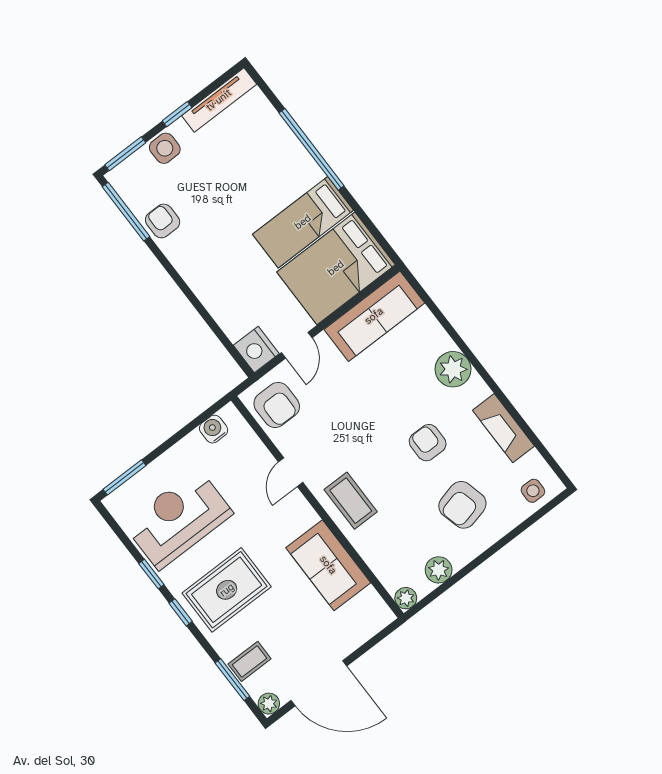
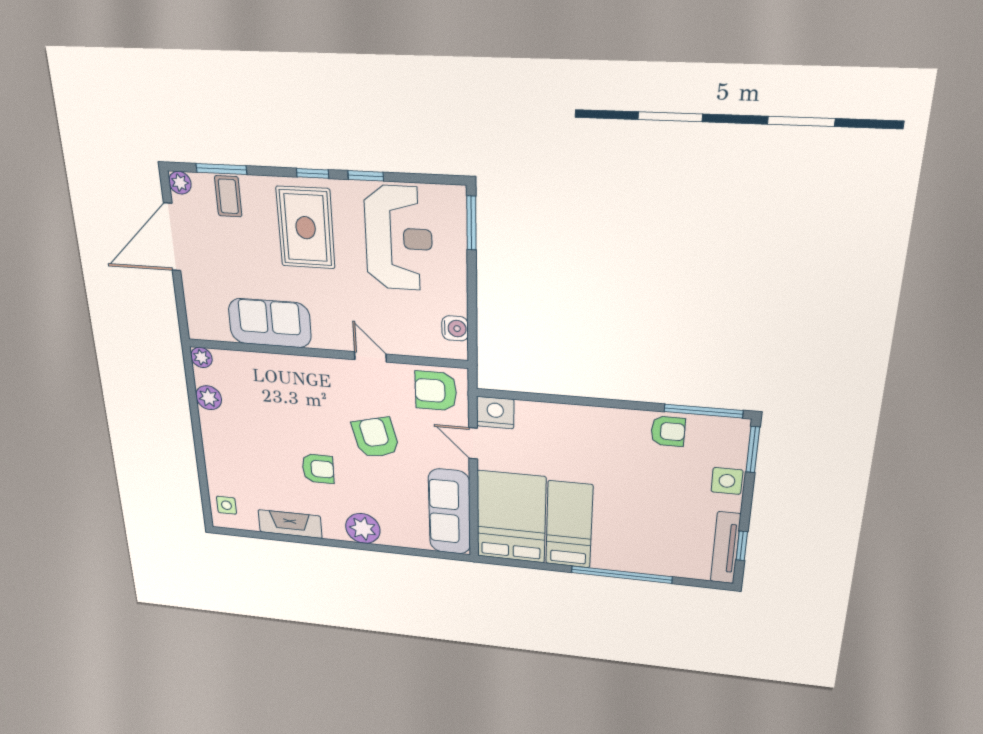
window: (177, 114) -> (742, 546), moved
coffee table: (351, 501) -> (312, 381), removed
armchair: (462, 505) -> (376, 438), moved

